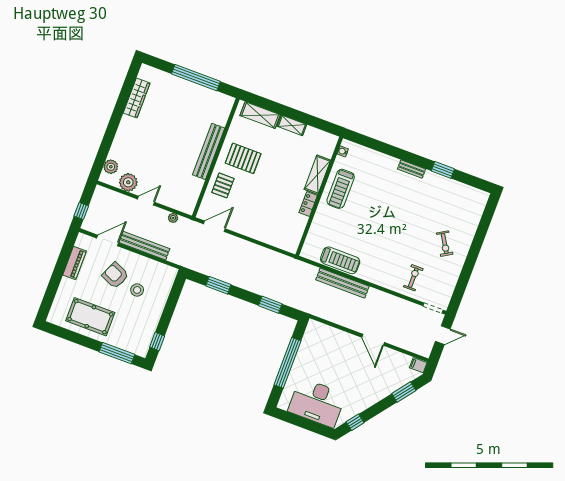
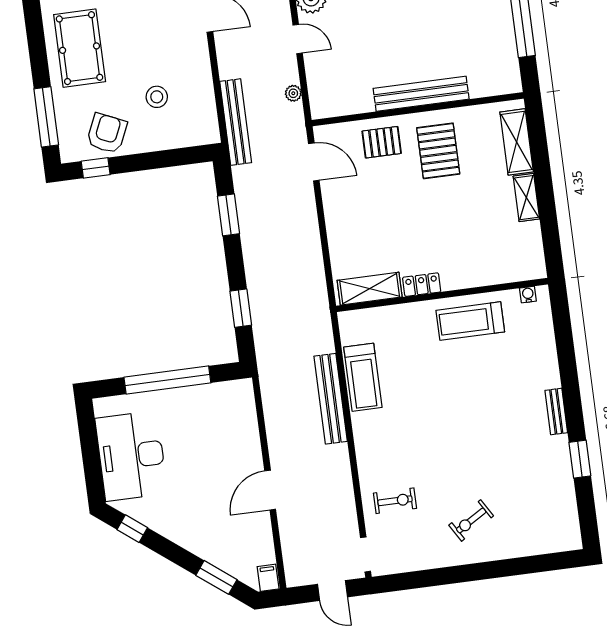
shelving: (317, 175) -> (370, 289), moved
bench: (144, 246) -> (236, 122), moved
armchair: (115, 275) -> (107, 133), moved

